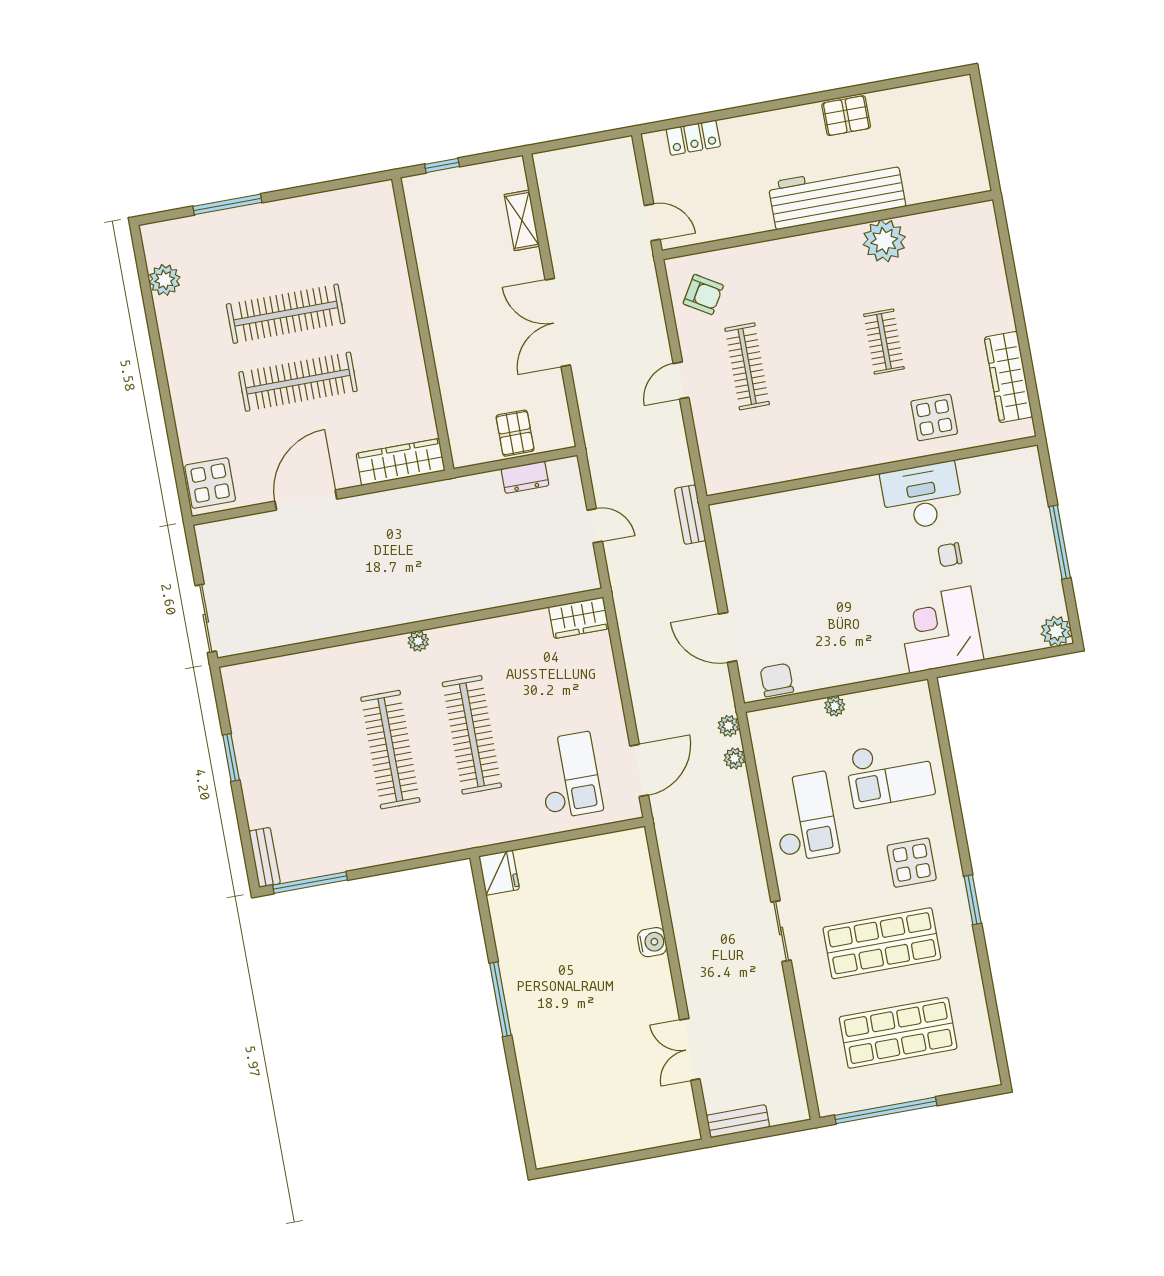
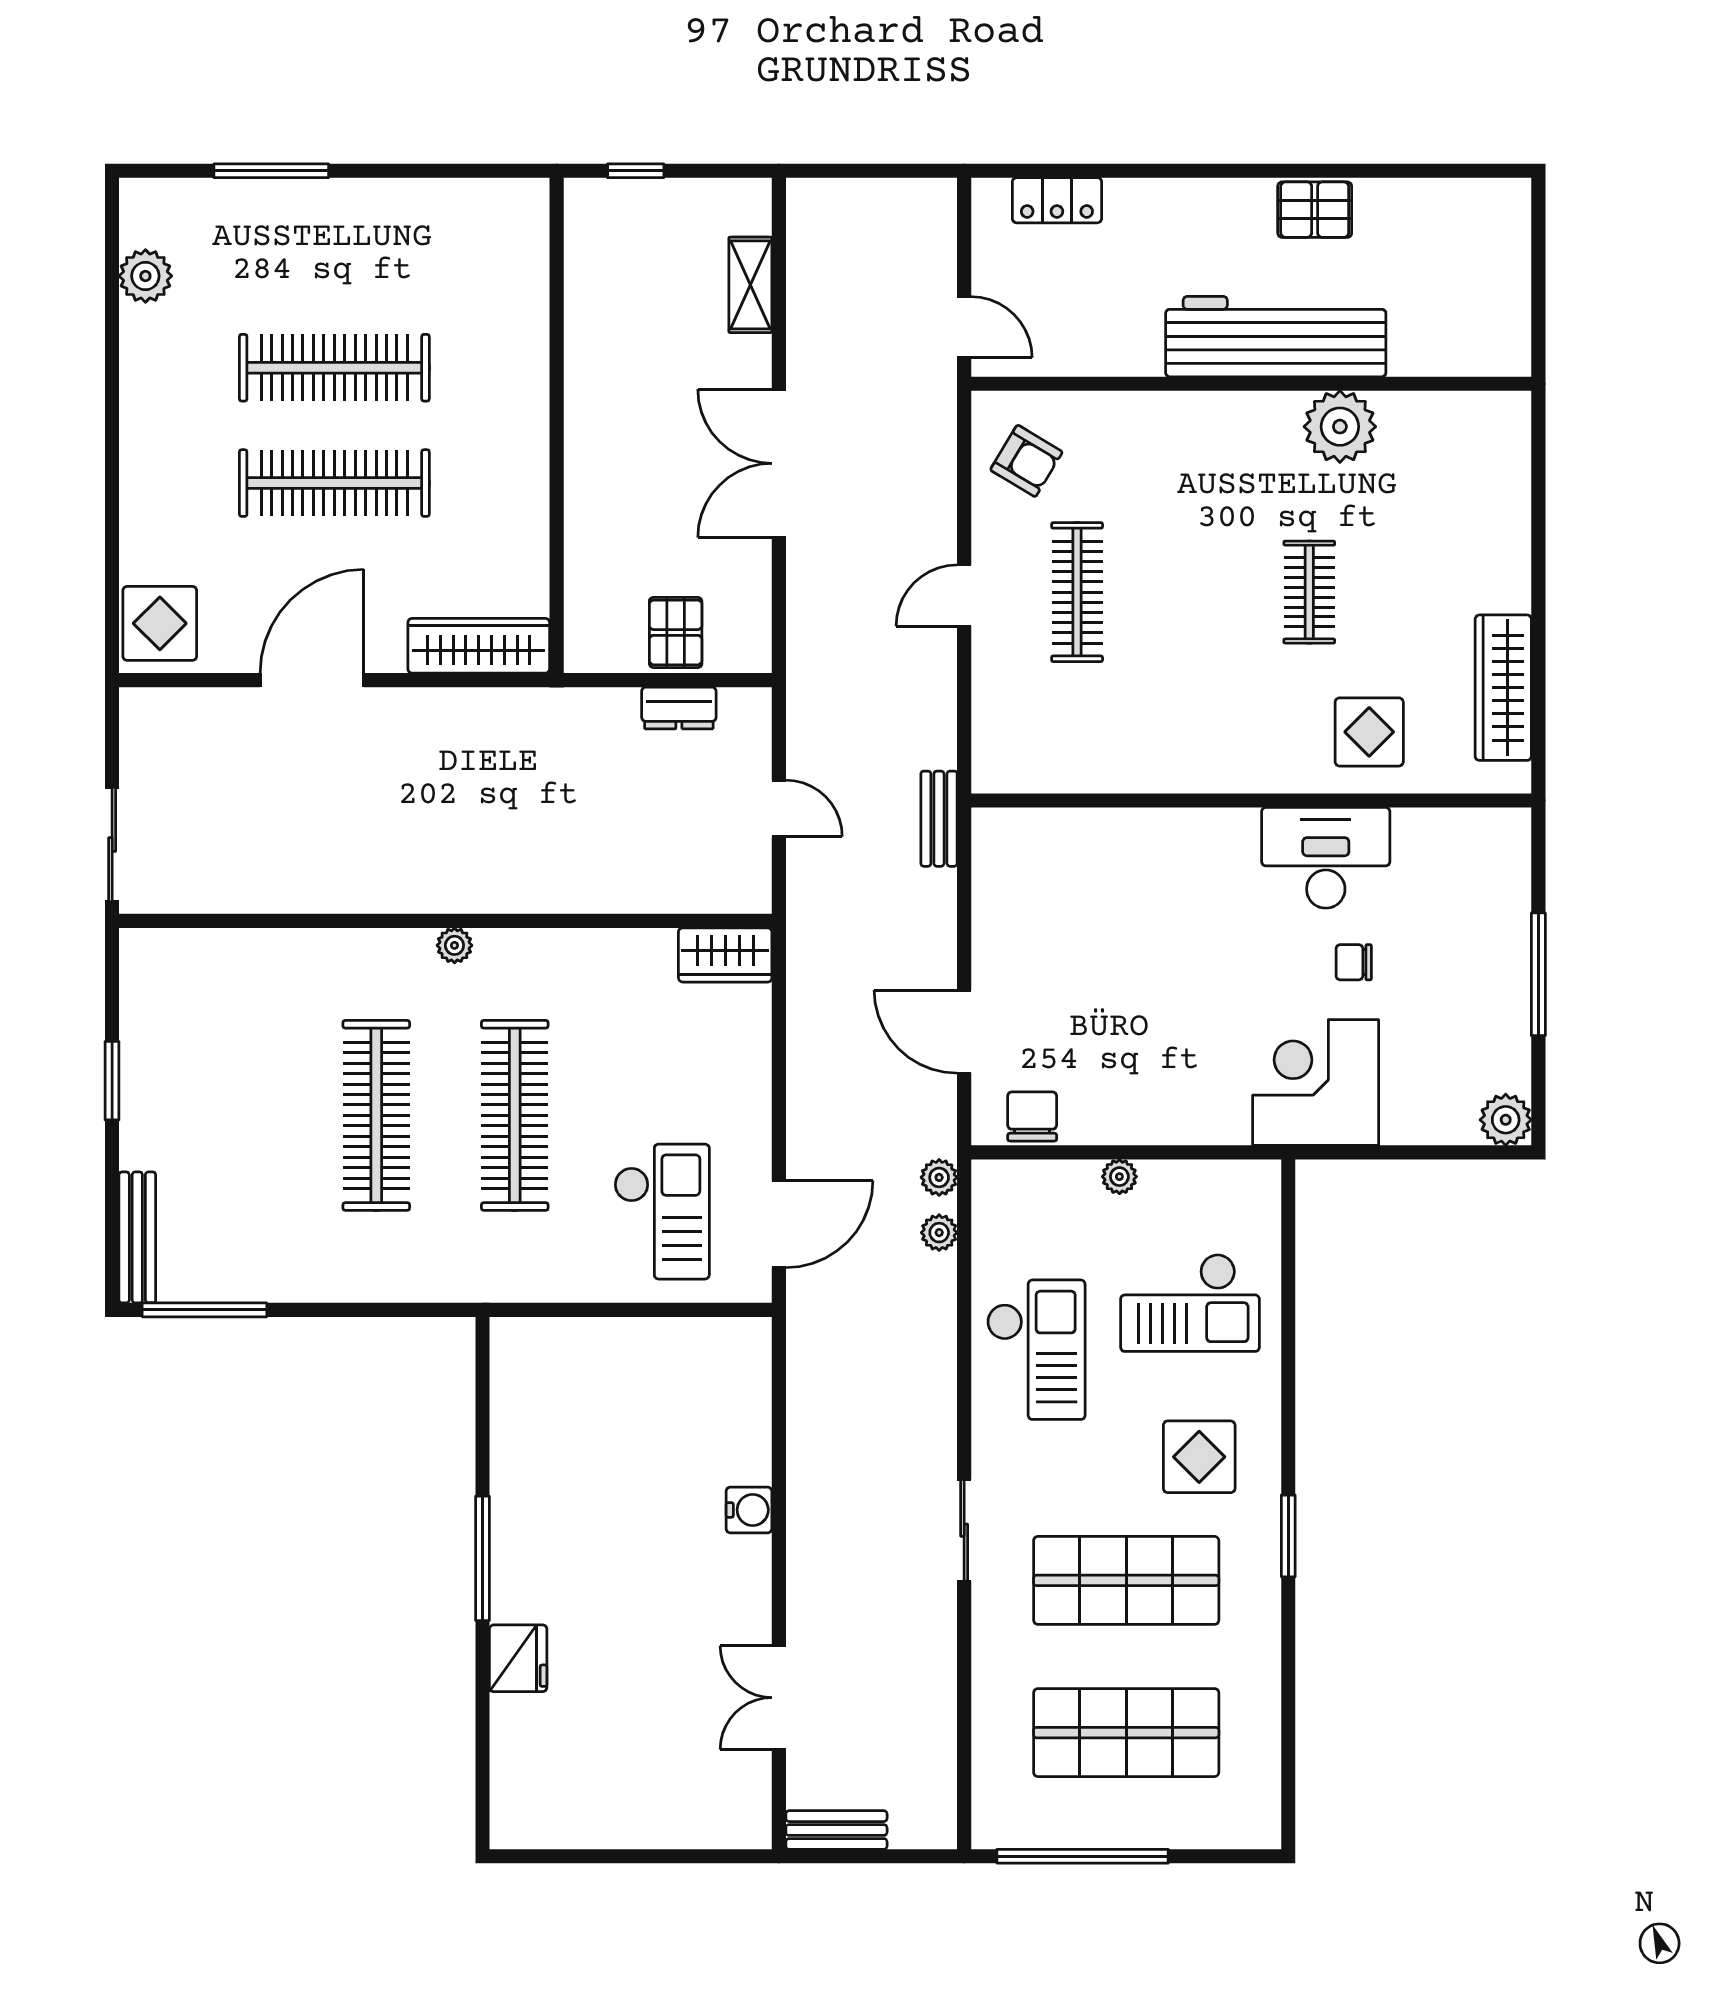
bench: (265, 857) -> (137, 1237), width x1.36
fridge: (499, 873) -> (518, 1658), moved

